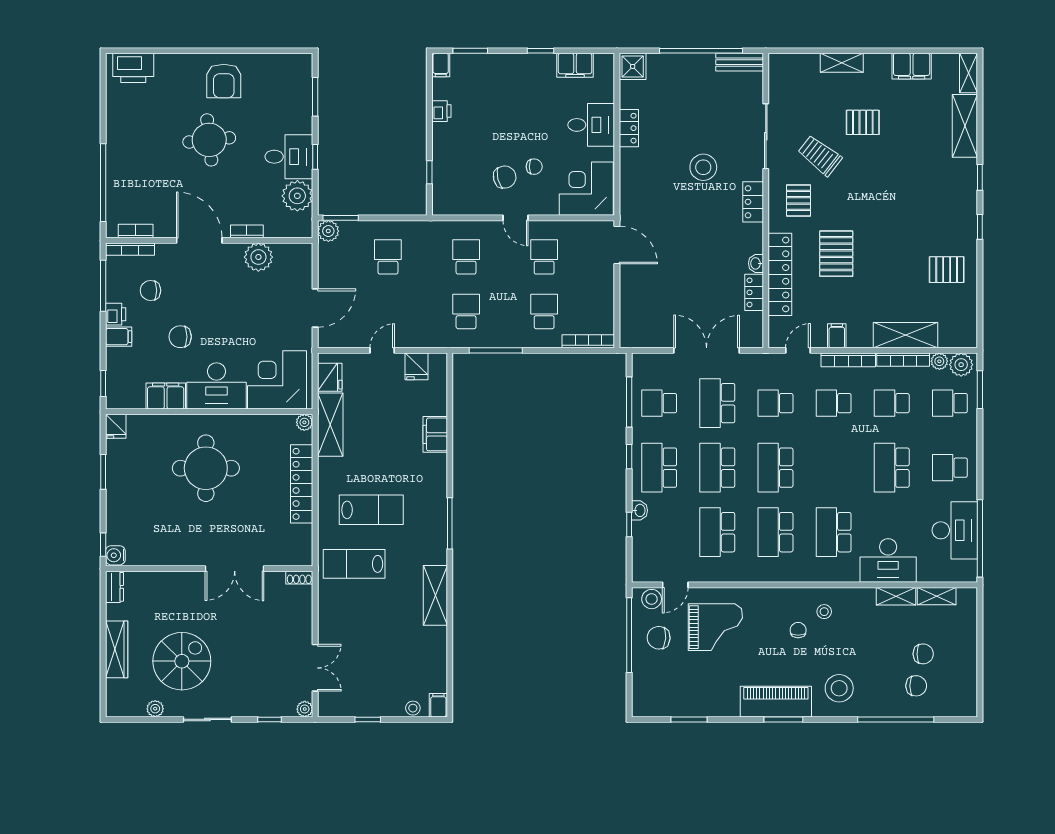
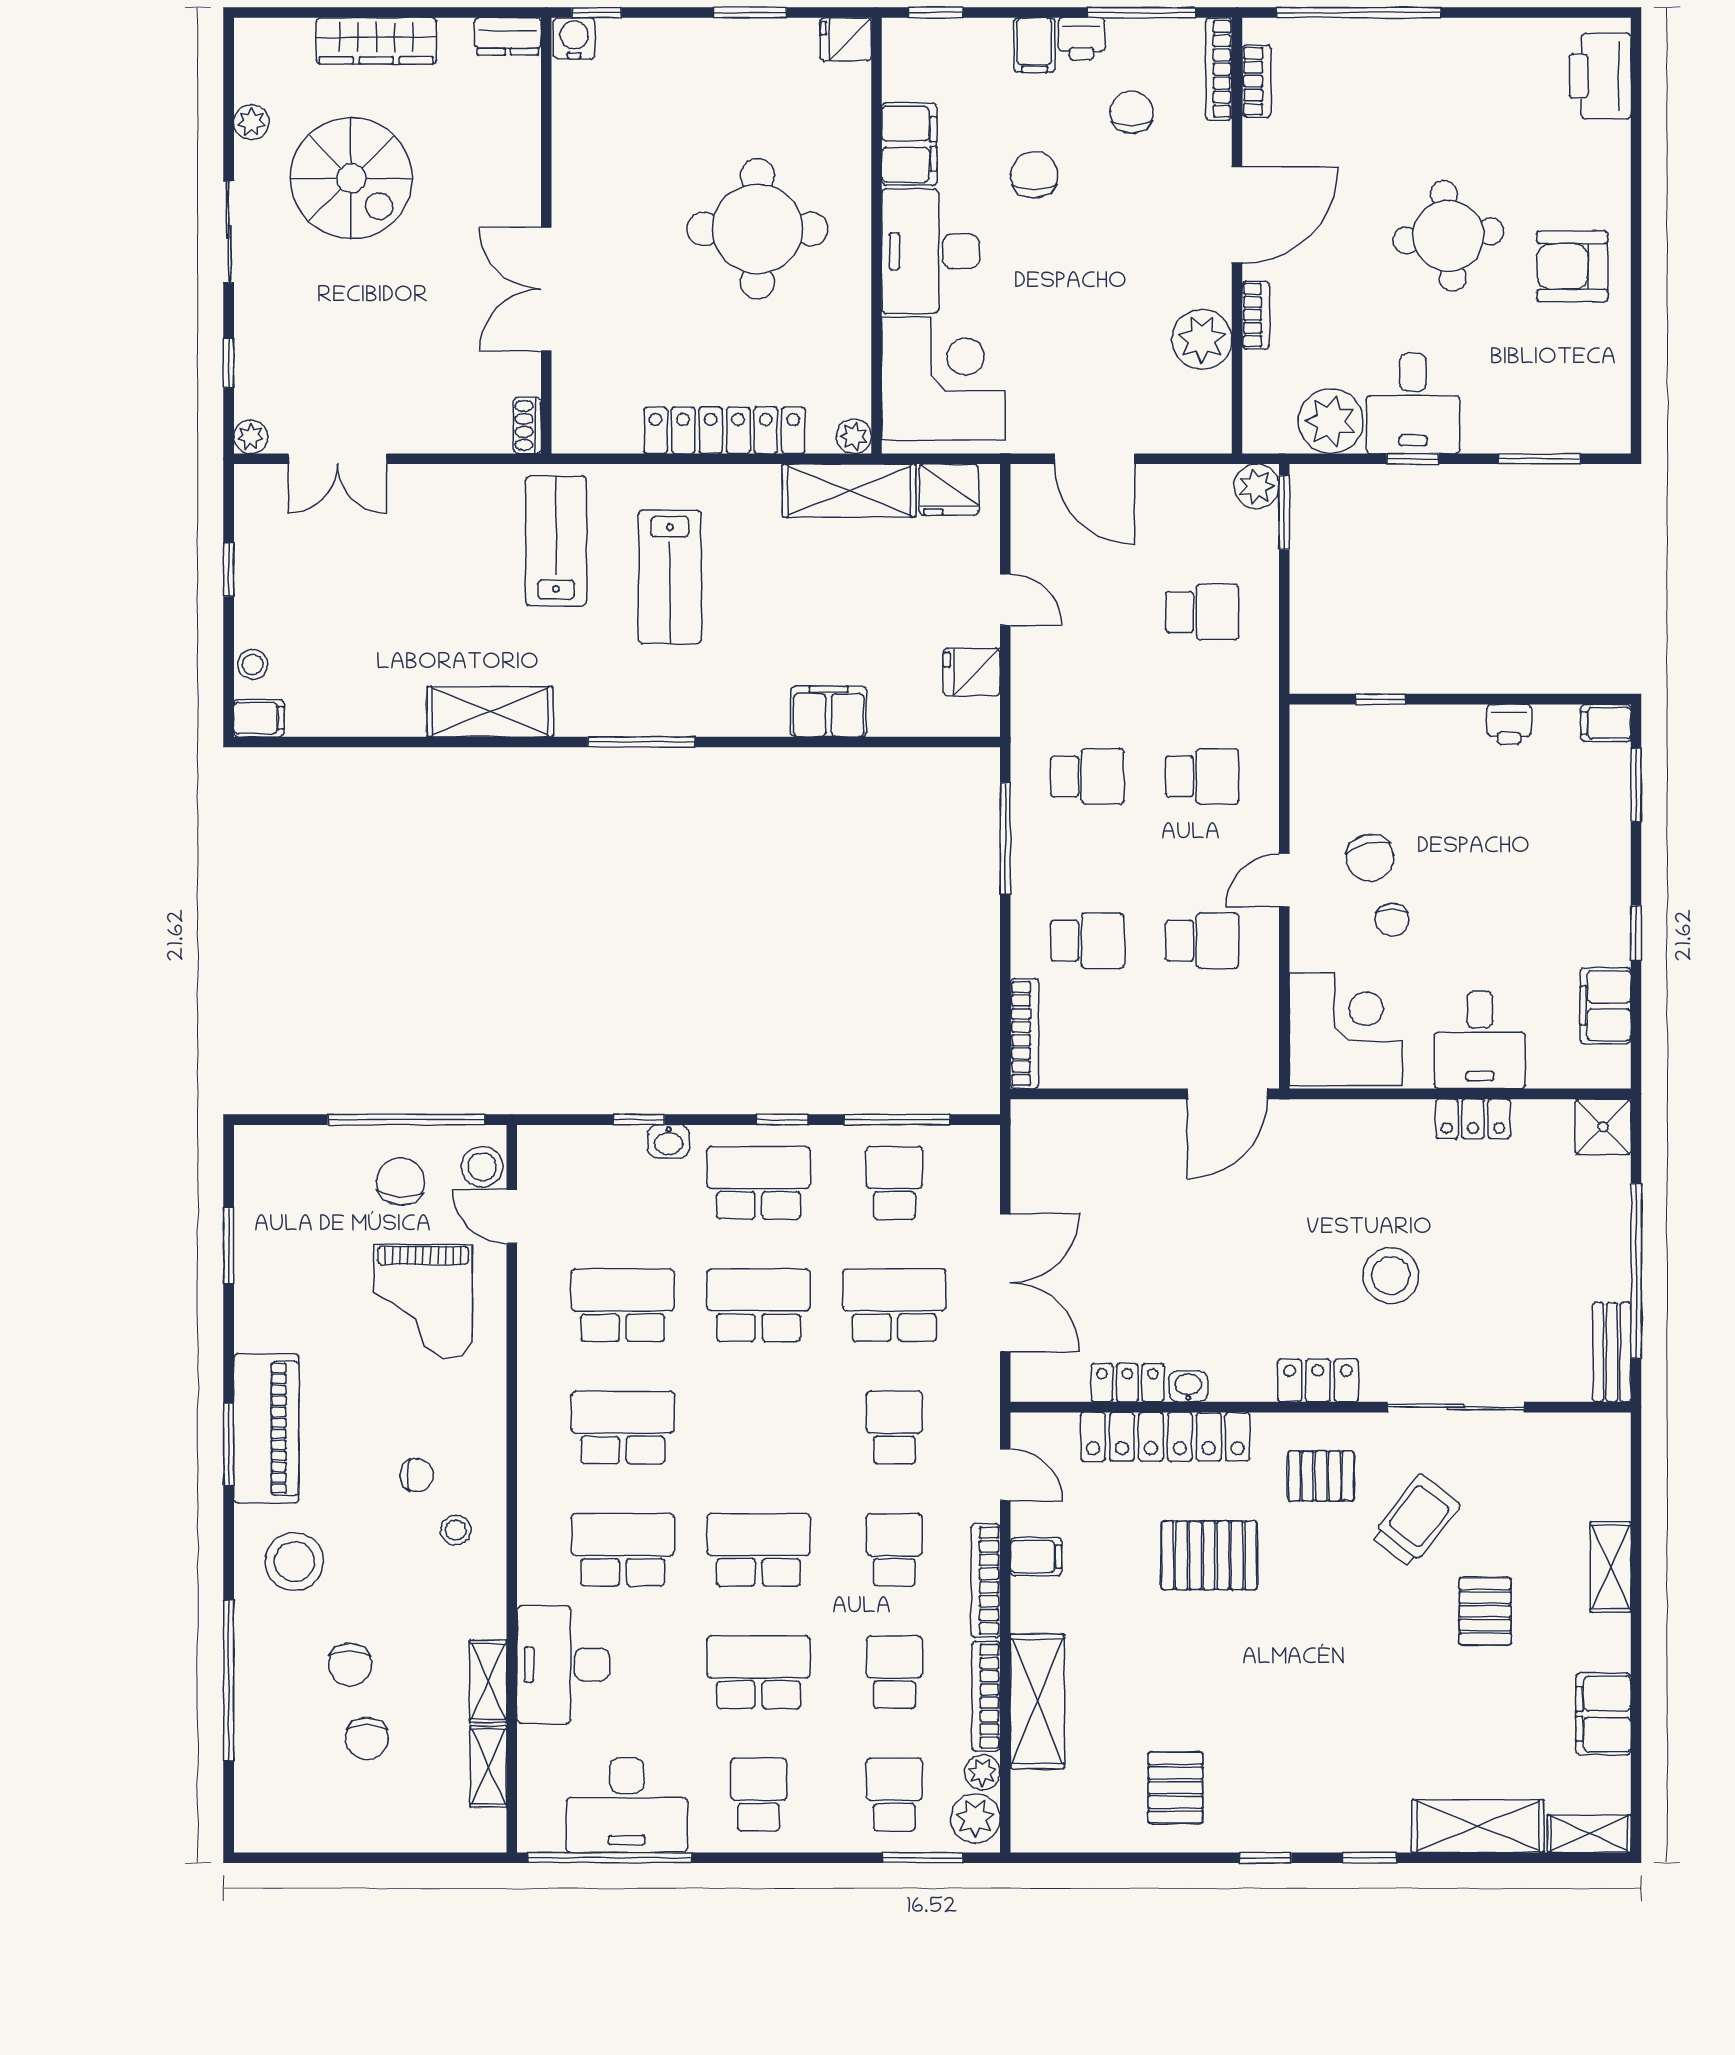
school desk: (775, 468) -> (759, 1550), moved
chair: (916, 686) -> (350, 1664), moved

